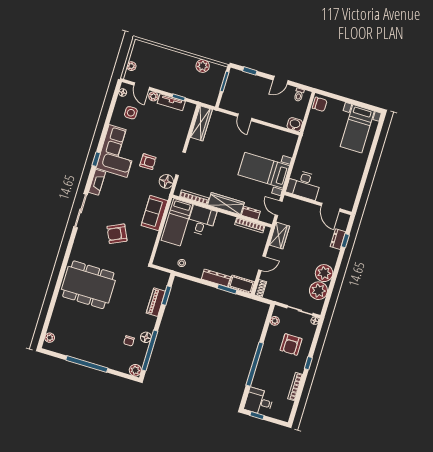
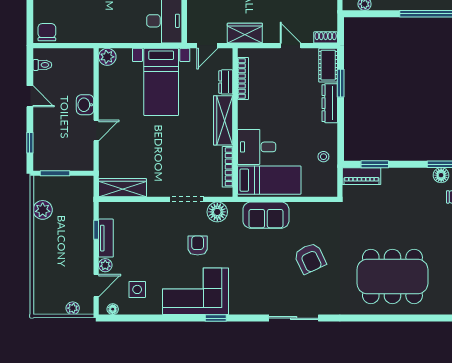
washbasin: (295, 124) -> (85, 105), moved
plant: (291, 139) -> (107, 57), added
fireplace: (97, 182) -> (247, 307), removed
dining table: (88, 285) -> (392, 276), turned 90
piano: (156, 302) -> (361, 176), moved

